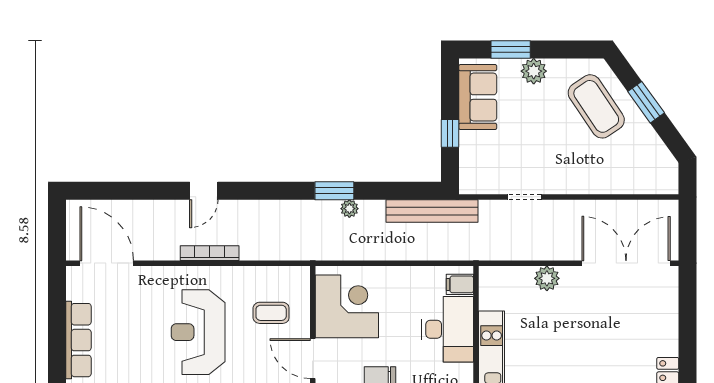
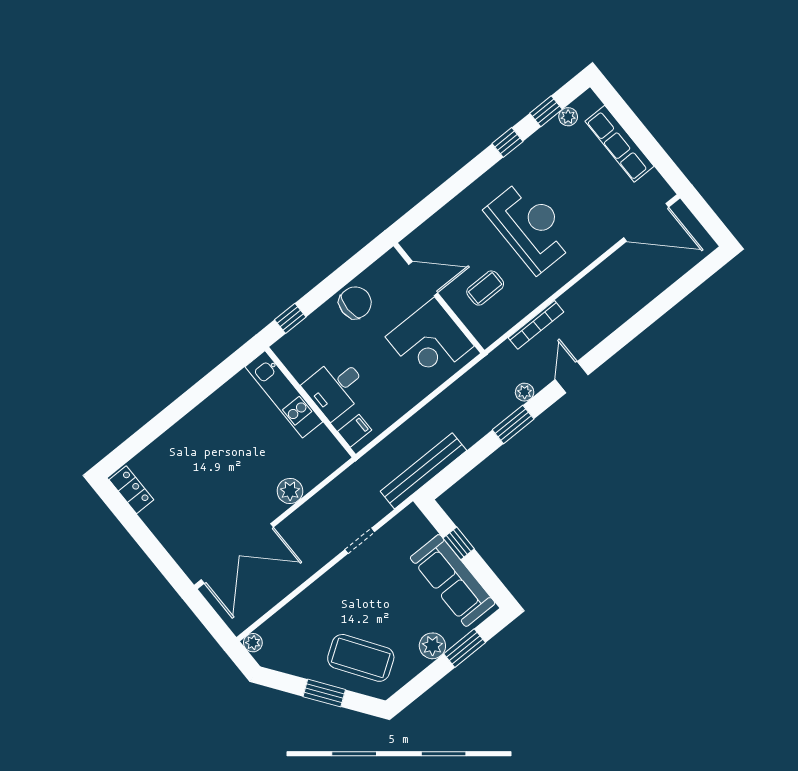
sofa: (478, 97) -> (453, 580), width x1.36
plant: (670, 185) -> (253, 643), added
door: (204, 191) -> (572, 377), moved
plant: (349, 209) -> (525, 392), moved
bookcase: (210, 253) -> (536, 325), moved
desk: (448, 329) -> (336, 388), width x0.73

